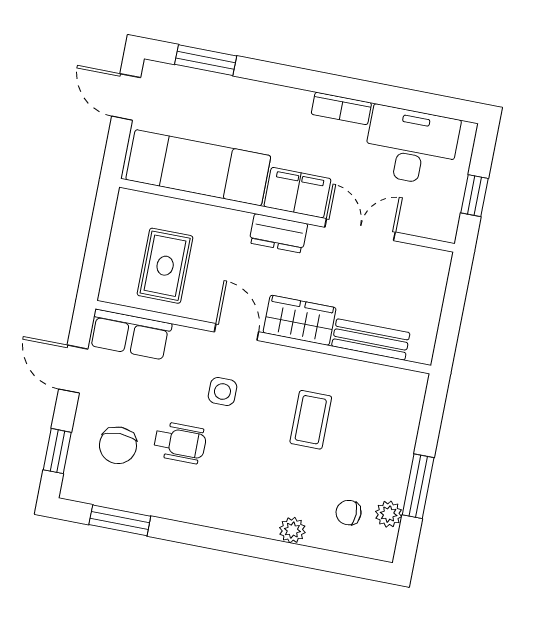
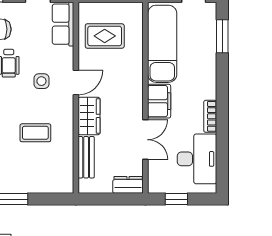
dresser: (278, 233) -> (128, 185), moved, turned 90

